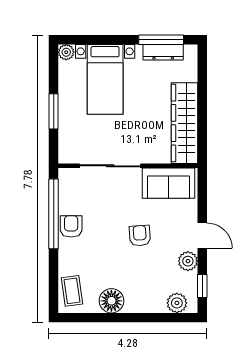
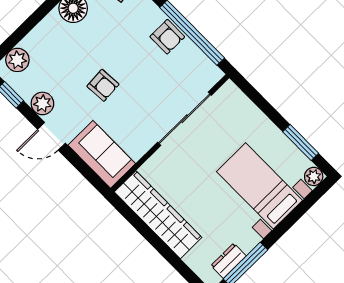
dresser: (163, 52) -> (229, 261), width x0.70
window: (54, 111) -> (301, 142), moved
sofa: (169, 183) -> (102, 154), moved, turned 90

